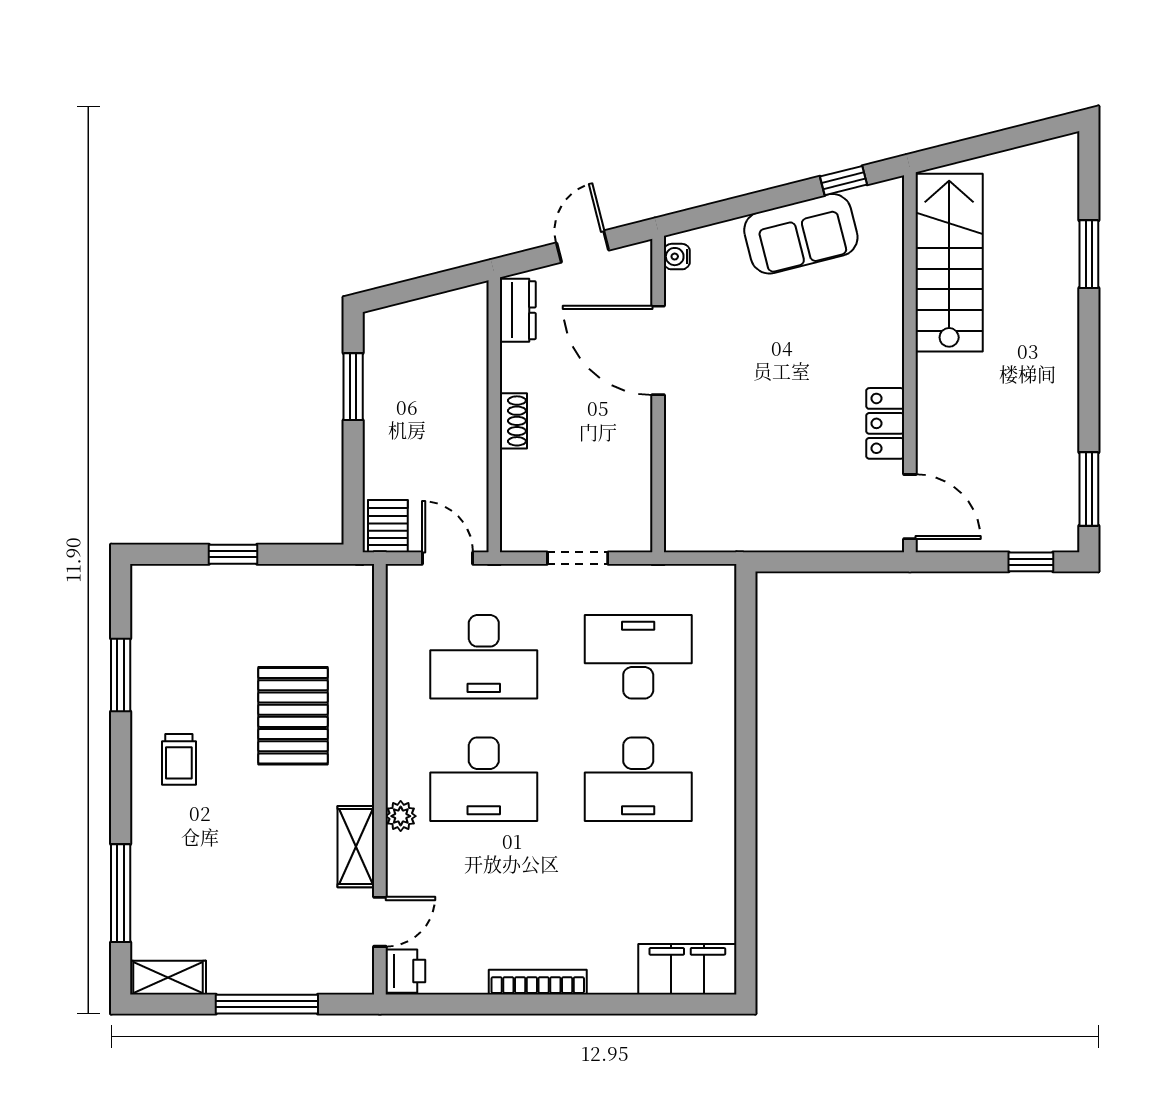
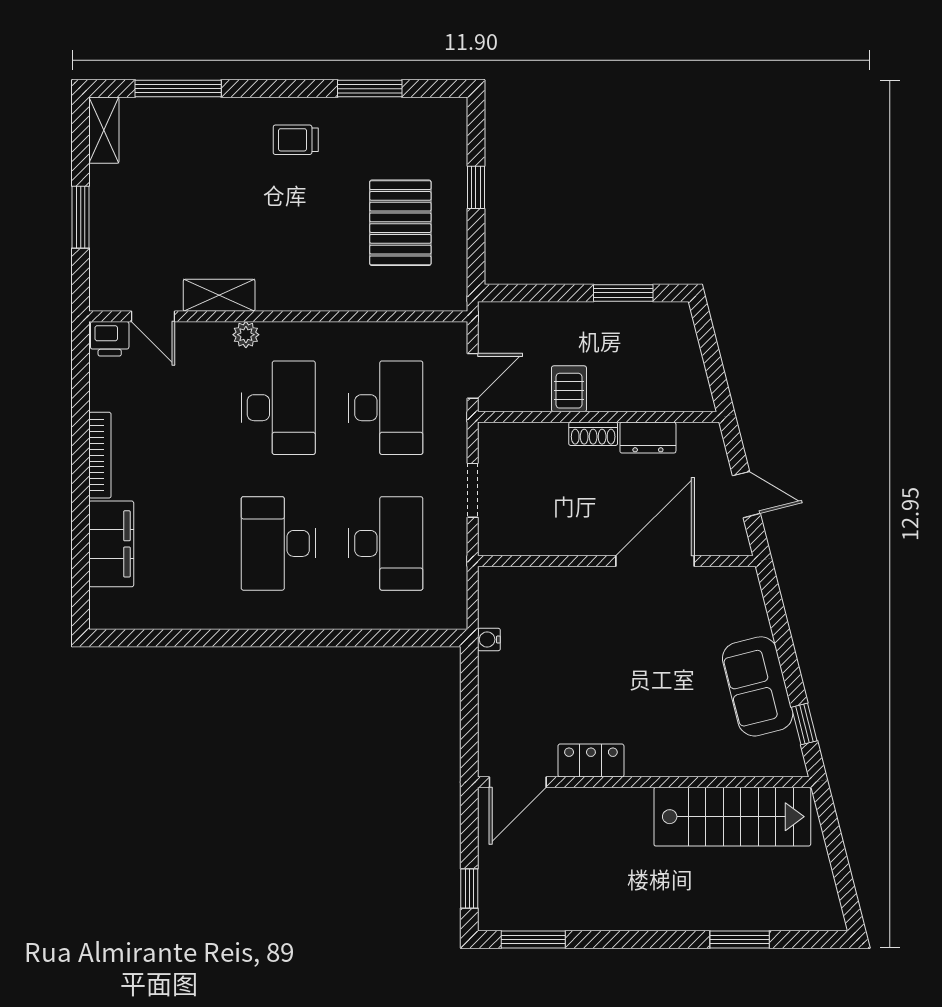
water cooler: (677, 257) -> (489, 640), moved, turned -90
dresser: (518, 310) -> (648, 438), moved
server rack: (388, 526) -> (569, 389), moved, turned -90
desk: (484, 657) -> (386, 408), turned 180
pallet: (293, 716) -> (400, 223), moved, turned 90
desk: (484, 779) -> (278, 408), turned 180
filing cabinet: (687, 969) -> (111, 544), moved
window: (267, 1004) -> (81, 217), width x0.69

